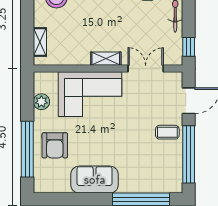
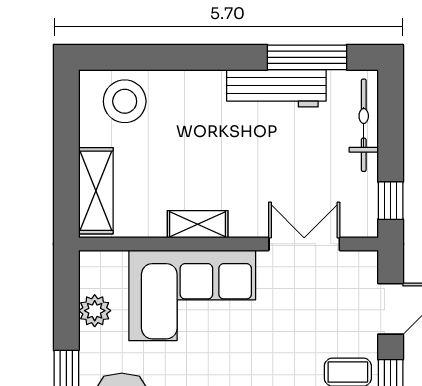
shelving: (40, 42) -> (96, 191), width x1.50, depth x1.33
shelving: (106, 59) -> (198, 224), moved

